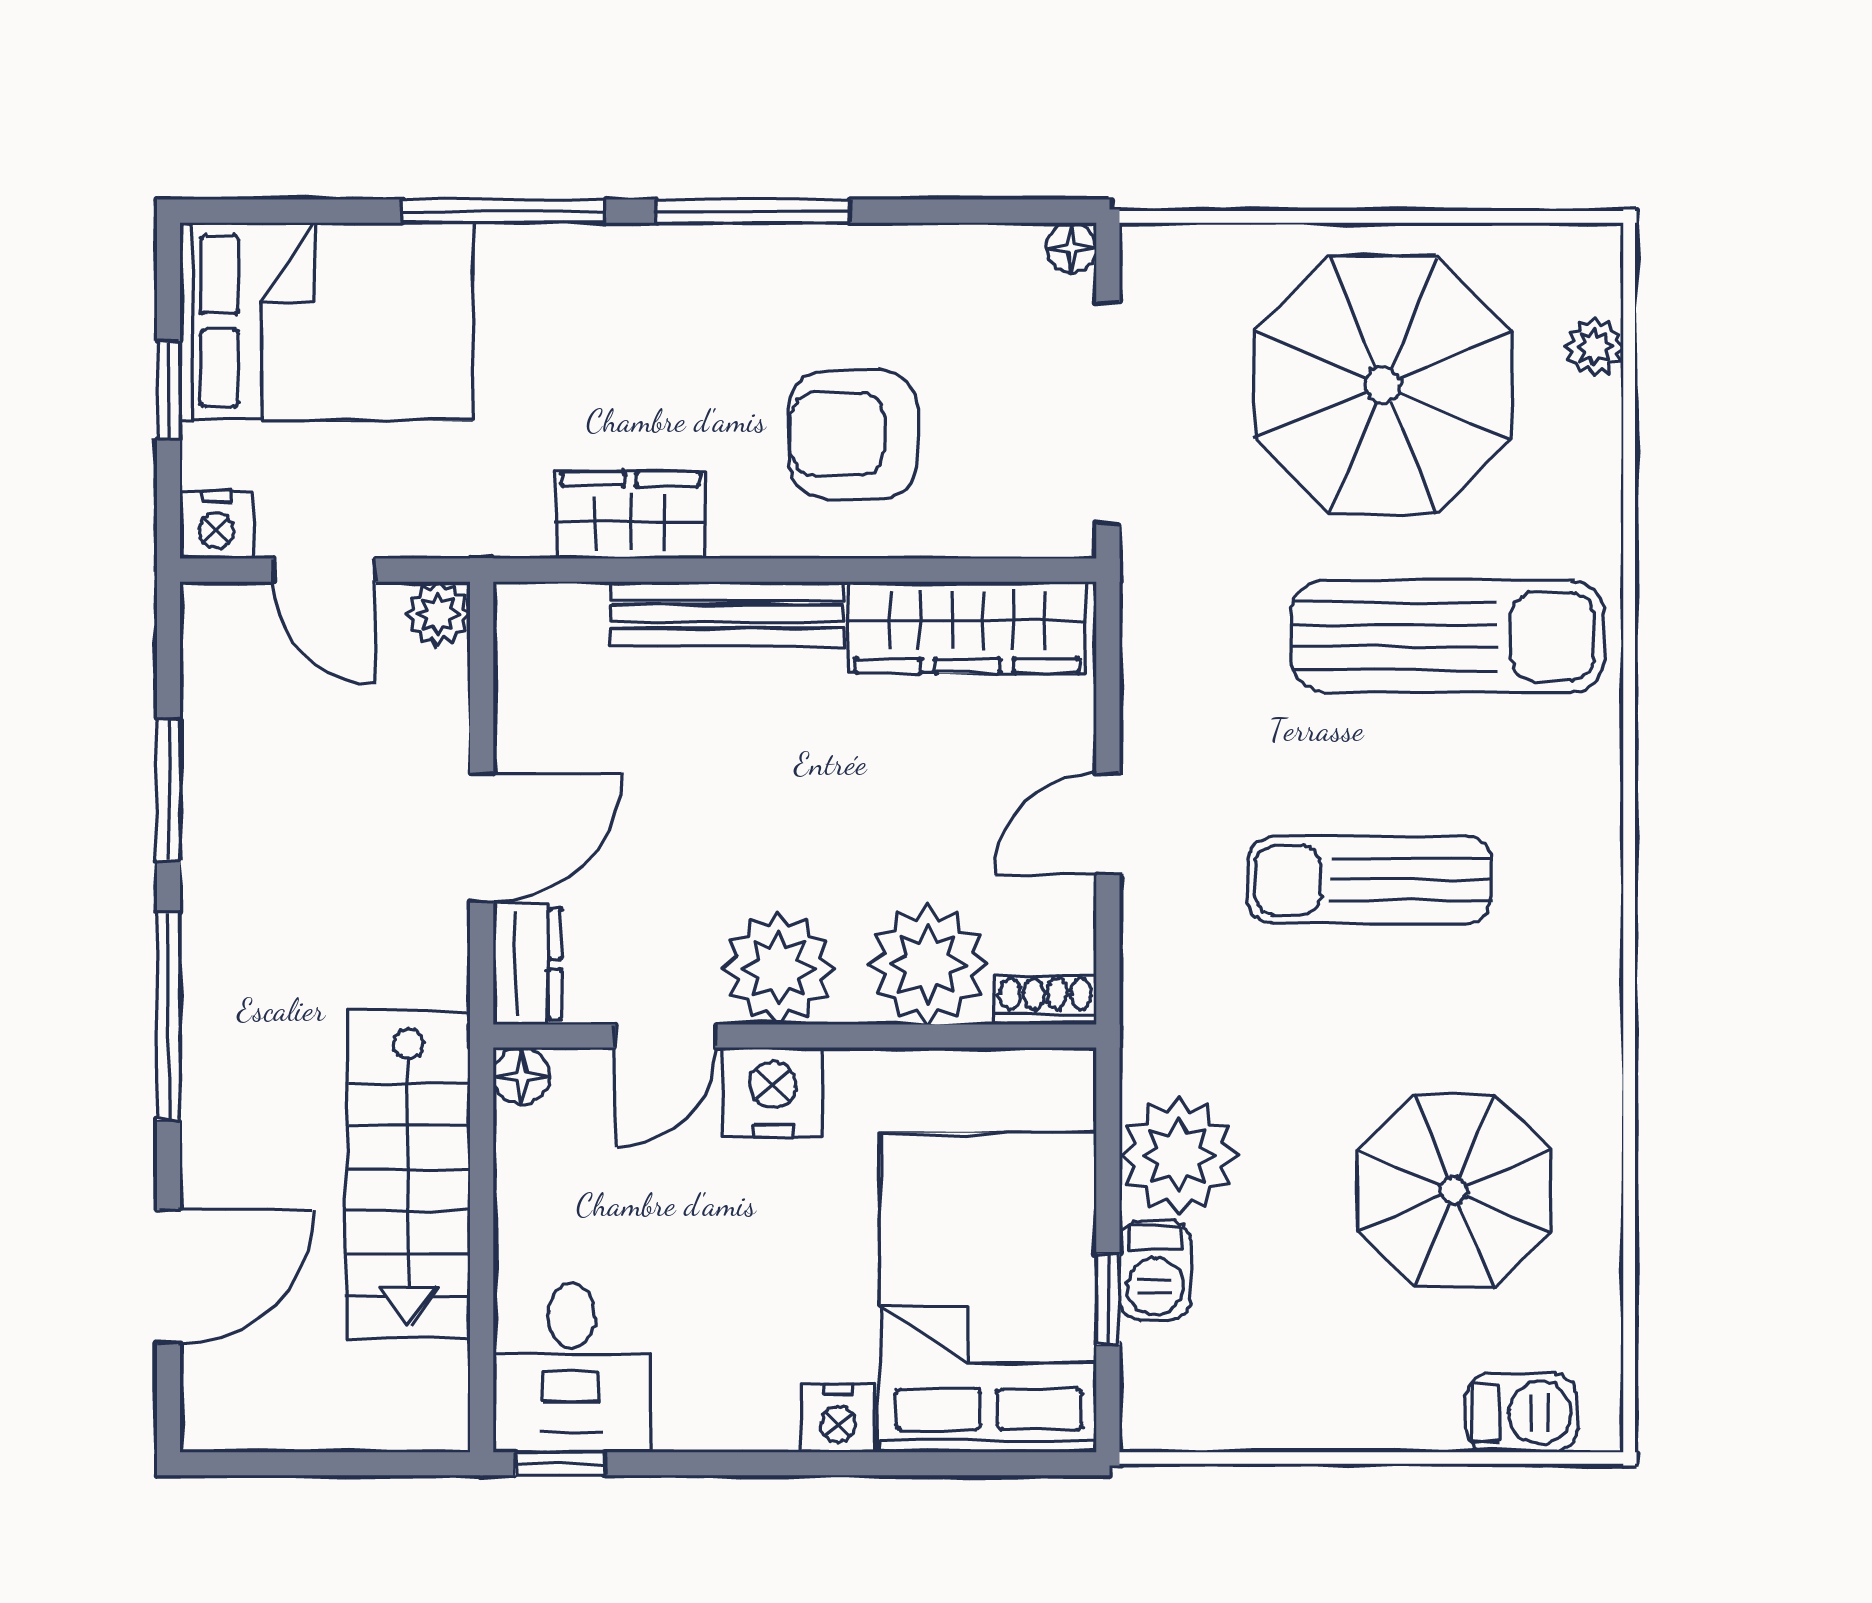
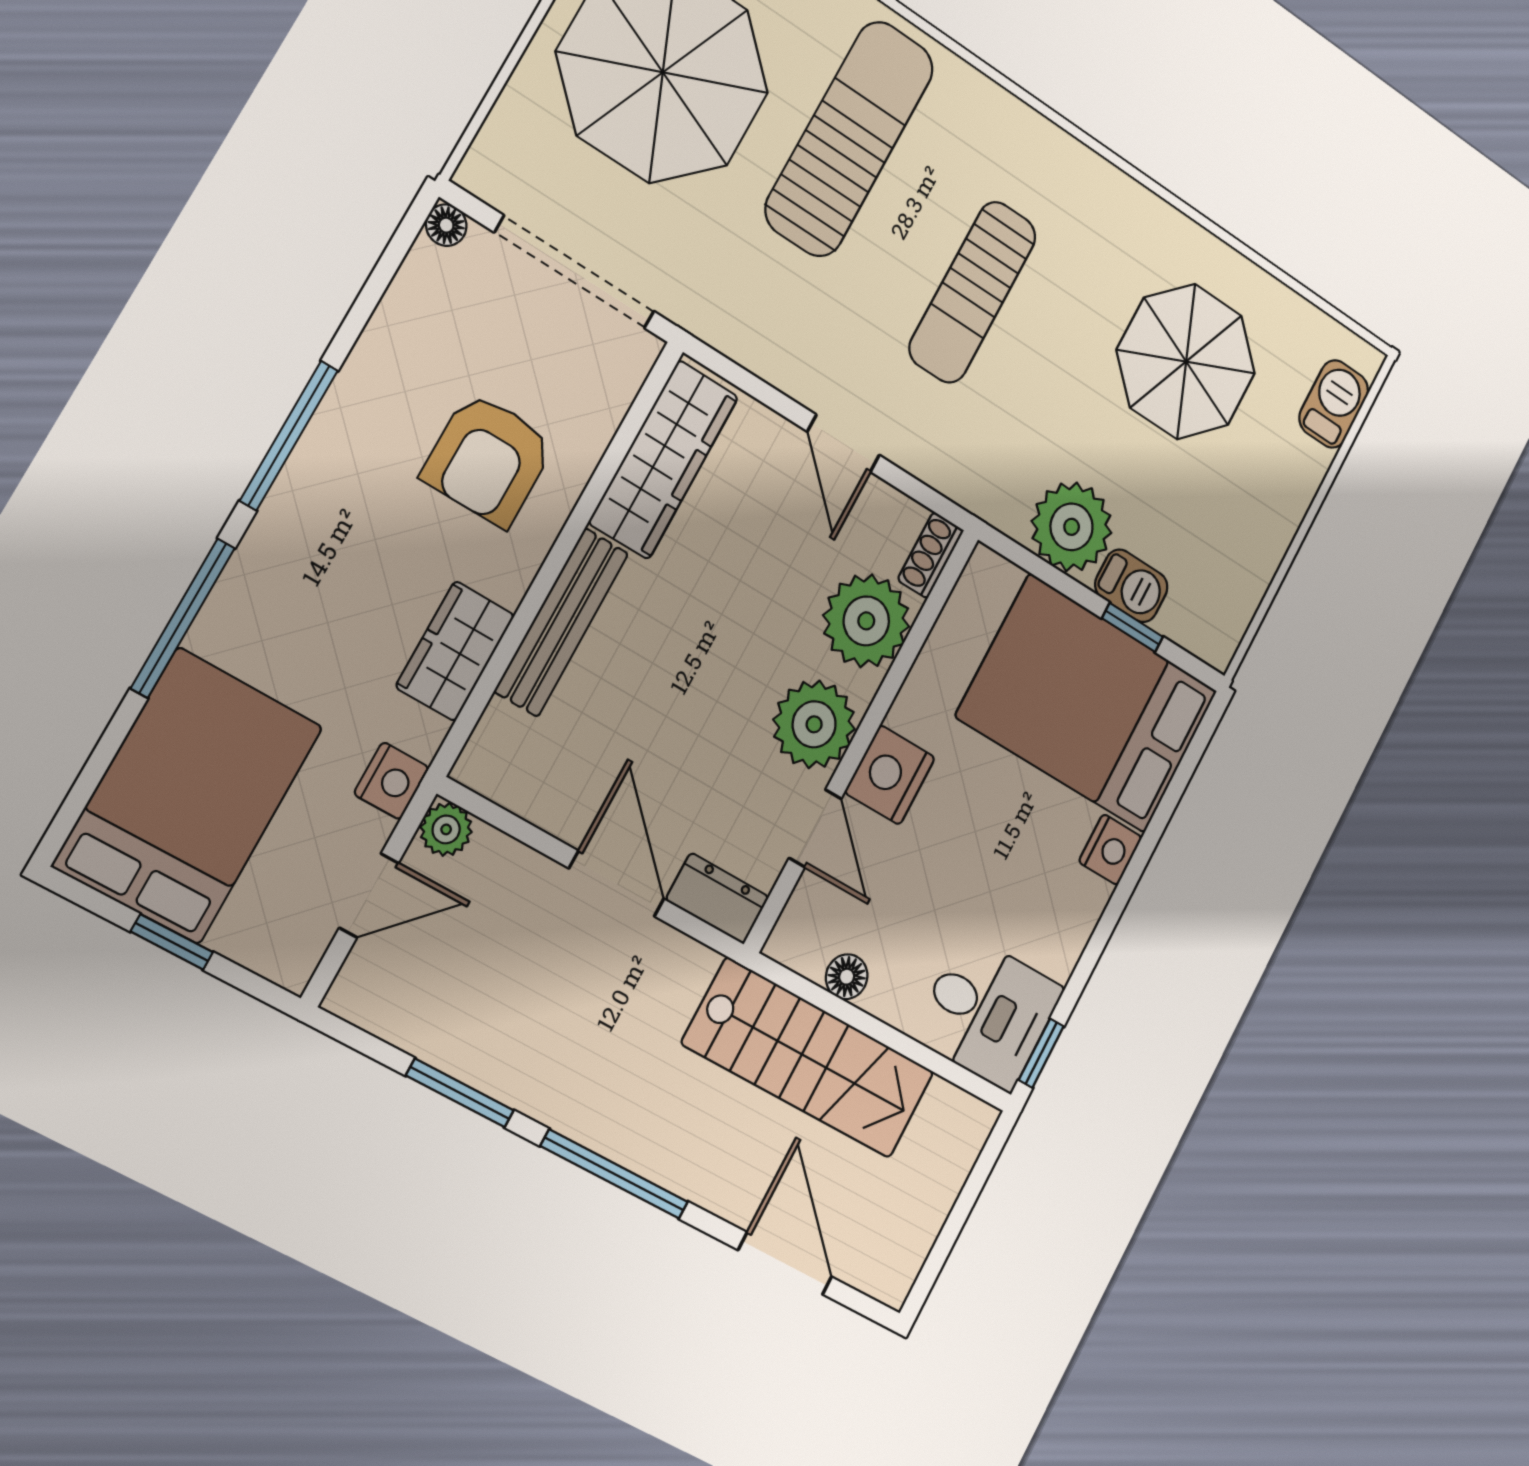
nightstand: (216, 525) -> (391, 781), moved
floor lamp: (522, 1076) -> (847, 977), moved

